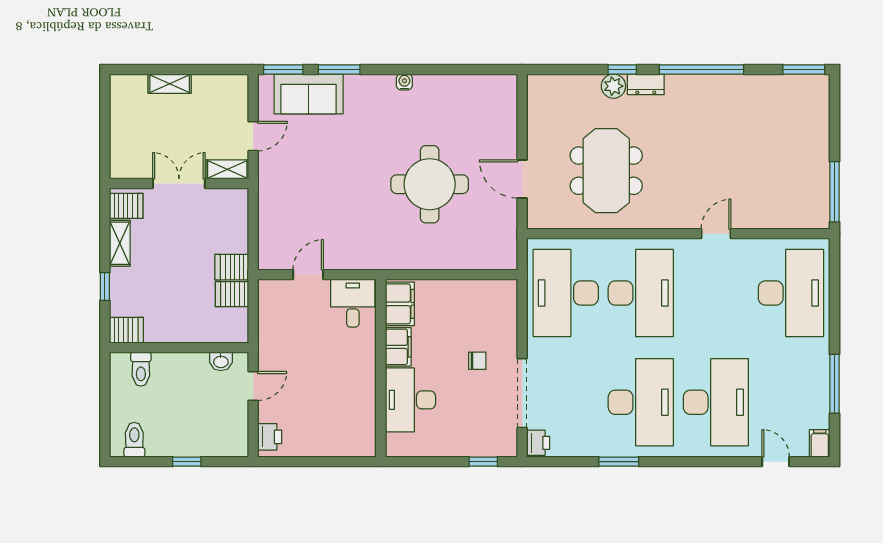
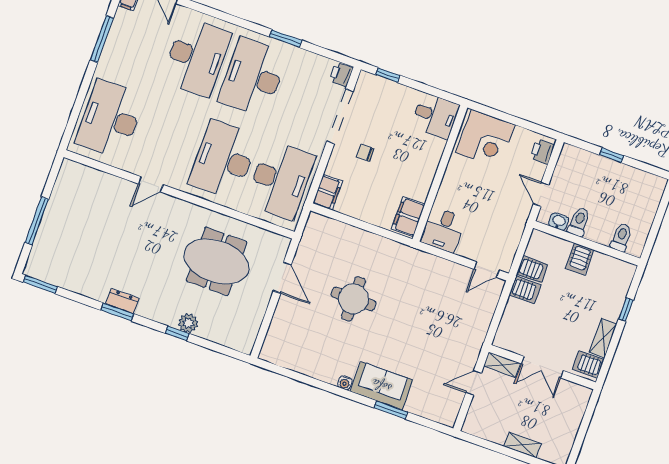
window: (283, 69) -> (433, 425), removed
window: (702, 69) -> (117, 312), width x0.47
dresser: (646, 84) -> (122, 301), moved
sofa: (309, 94) -> (381, 386), moved
meeting table: (606, 171) -> (217, 261), turned 90
round table: (430, 184) -> (353, 299), width x0.73, depth x0.73
window: (835, 192) -> (37, 221), moved
door: (308, 275) -> (487, 270), moved
server rack: (126, 330) -> (580, 259), moved, turned -90
filing cabinet: (398, 347) -> (328, 192), moved, turned 180
door: (253, 386) -> (541, 194), hinge flipped
desk: (410, 400) -> (435, 116), moved, width x0.73
desk: (716, 402) -> (196, 57), turned 180
corner desk: (342, 428) -> (486, 139), added
toilet: (134, 440) -> (579, 222), moved, turned 180

